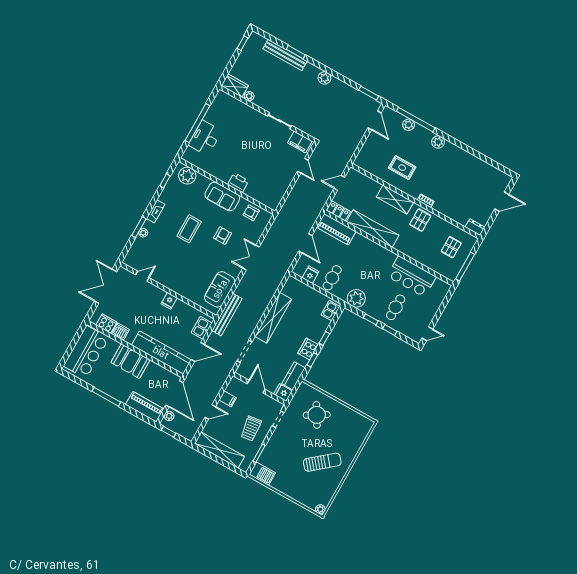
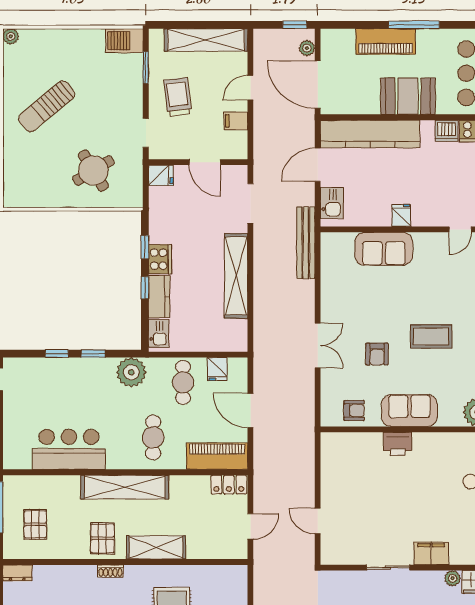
filing cabinet: (300, 142) -> (431, 553), moved
coffee table: (189, 229) -> (431, 336), turned 90
shelving: (373, 229) -> (125, 487), moved
sofa: (220, 289) -> (384, 249), moved, turned 90
cafe table: (396, 307) -> (153, 437), moved
kitchen counter: (293, 376) -> (159, 297), moved
piano: (145, 407) -> (386, 41), moved

